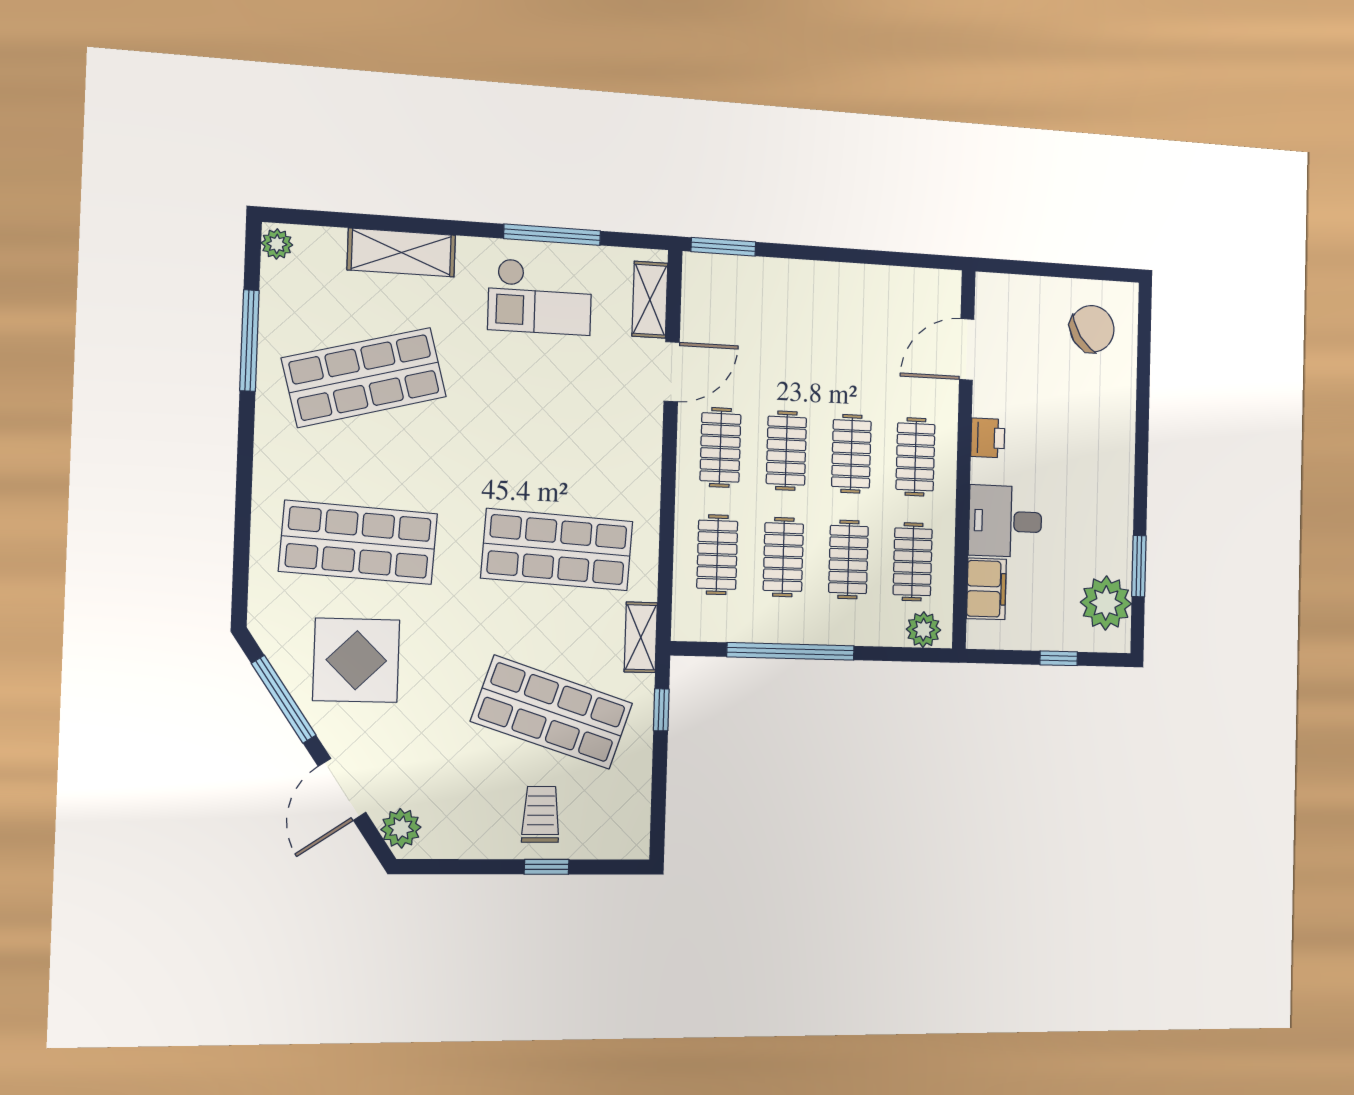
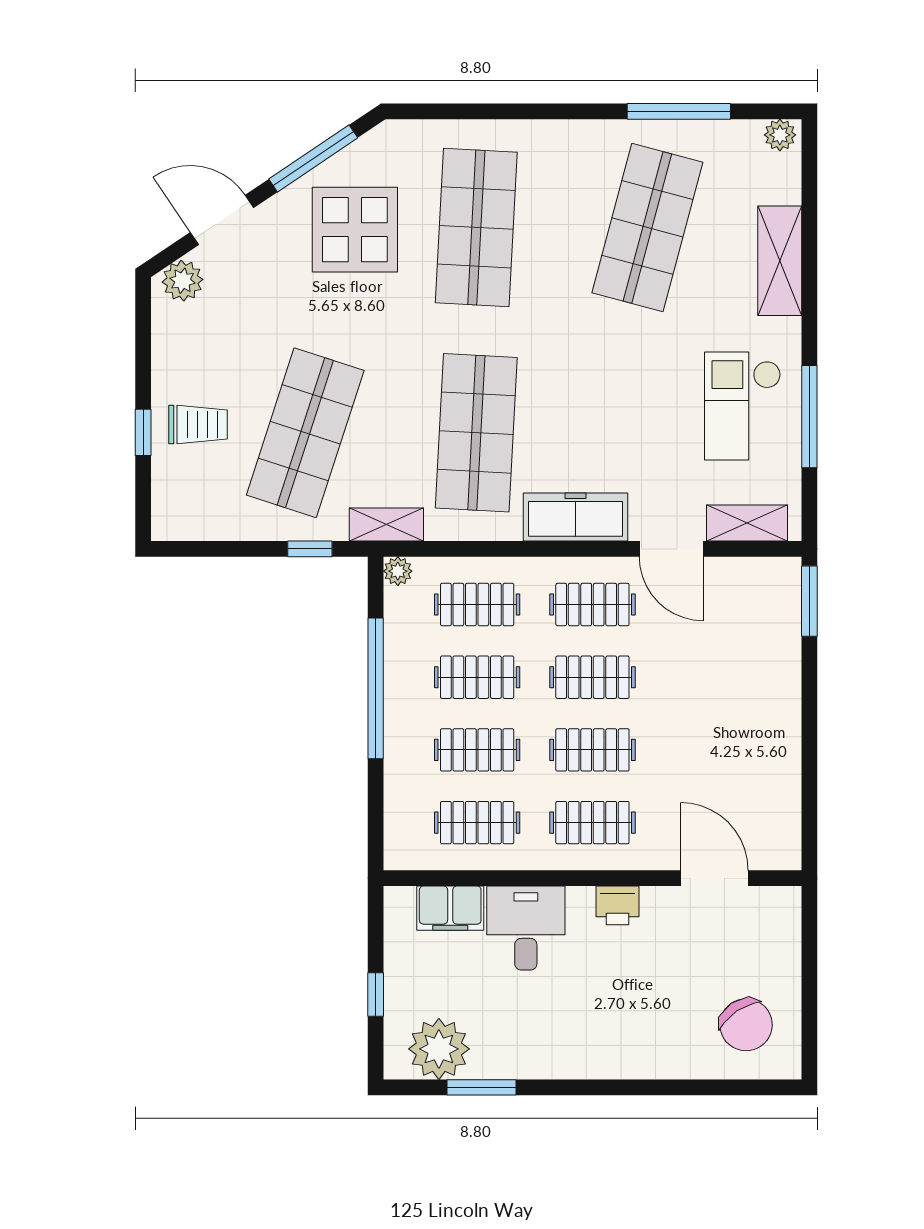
shop shelf: (364, 377) -> (647, 227), turned 30
freezer: (639, 460) -> (575, 517), added
plant: (923, 630) -> (398, 571), moved, width x0.73, depth x0.73

